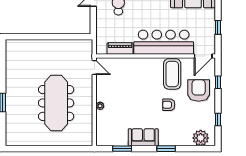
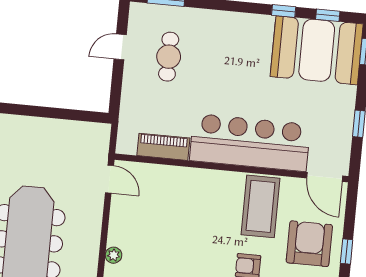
door: (203, 56) -> (325, 177), hinge flipped
window: (218, 82) -> (347, 251), moved

